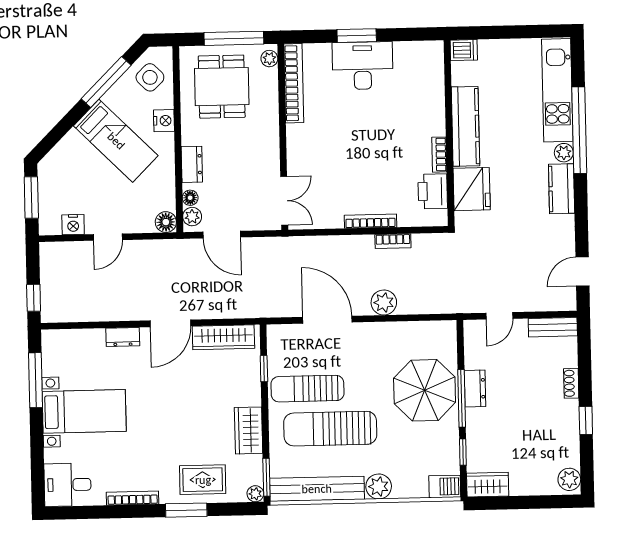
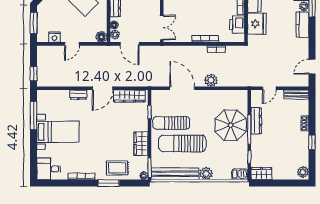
dresser: (475, 388) -> (256, 121), width x1.44

